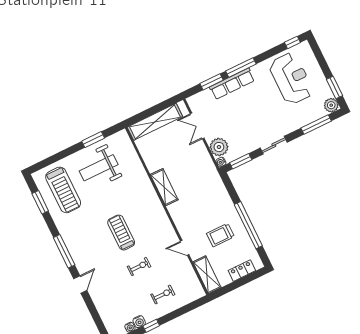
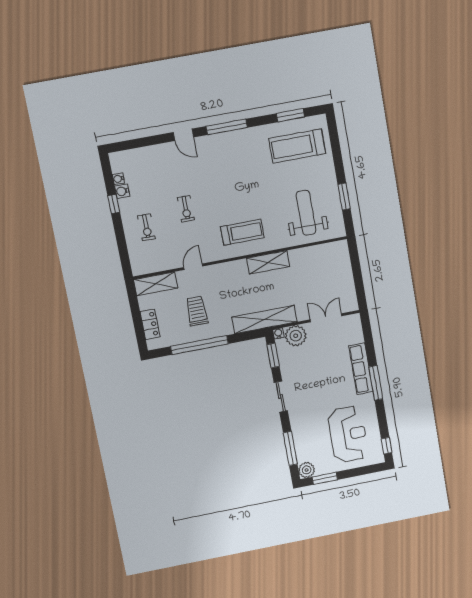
reception desk: (291, 78) -> (348, 434), turned -90
window: (211, 82) -> (370, 347), removed
shelving: (155, 122) -> (264, 319), moved, turned 90
weight bench: (99, 168) -> (306, 213), moved
treadmill: (121, 233) -> (242, 232), moved

